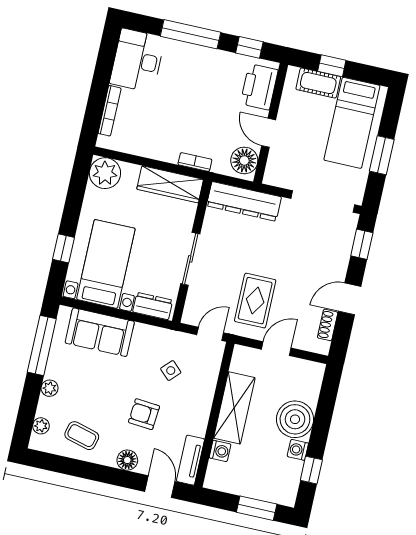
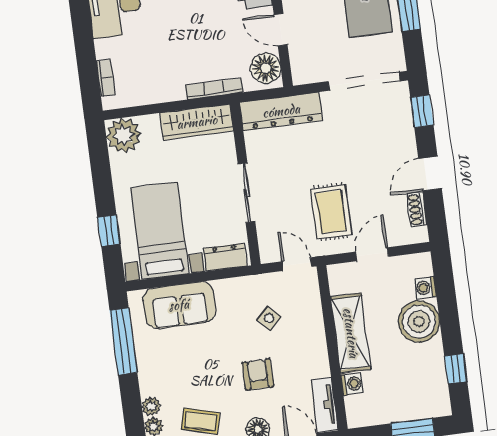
bookcase: (110, 111) -> (106, 78), width x0.64
bookcase: (195, 162) -> (214, 89), width x1.56
door: (210, 334) -> (297, 264), hinge flipped
plant: (50, 388) -> (151, 406), moved
armchair: (144, 414) -> (258, 374), turned 85
washing machine: (298, 450) -> (425, 288), moved

